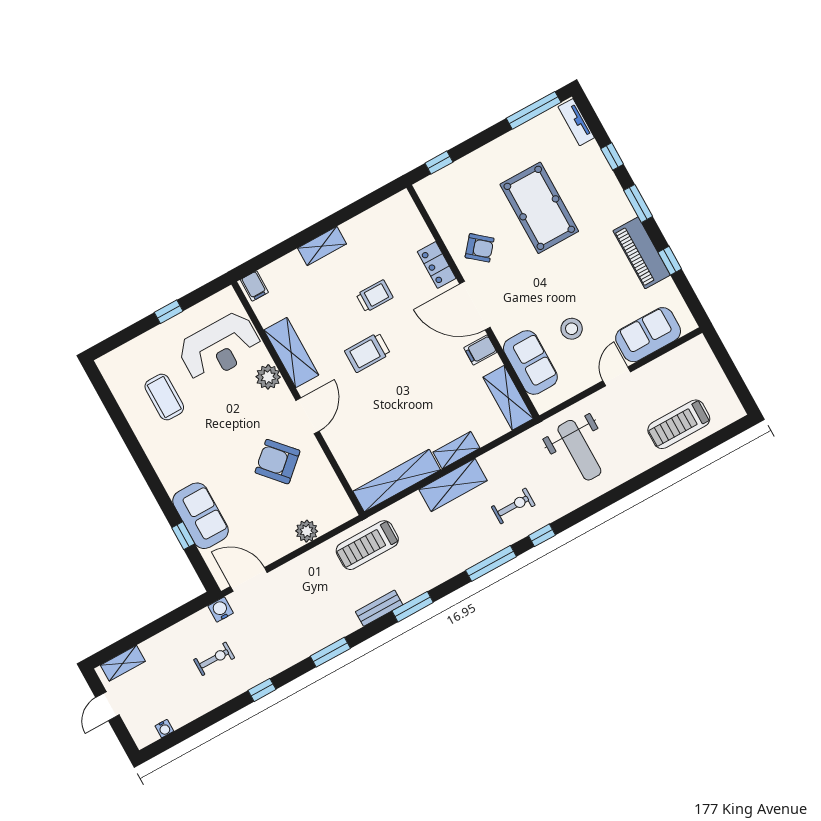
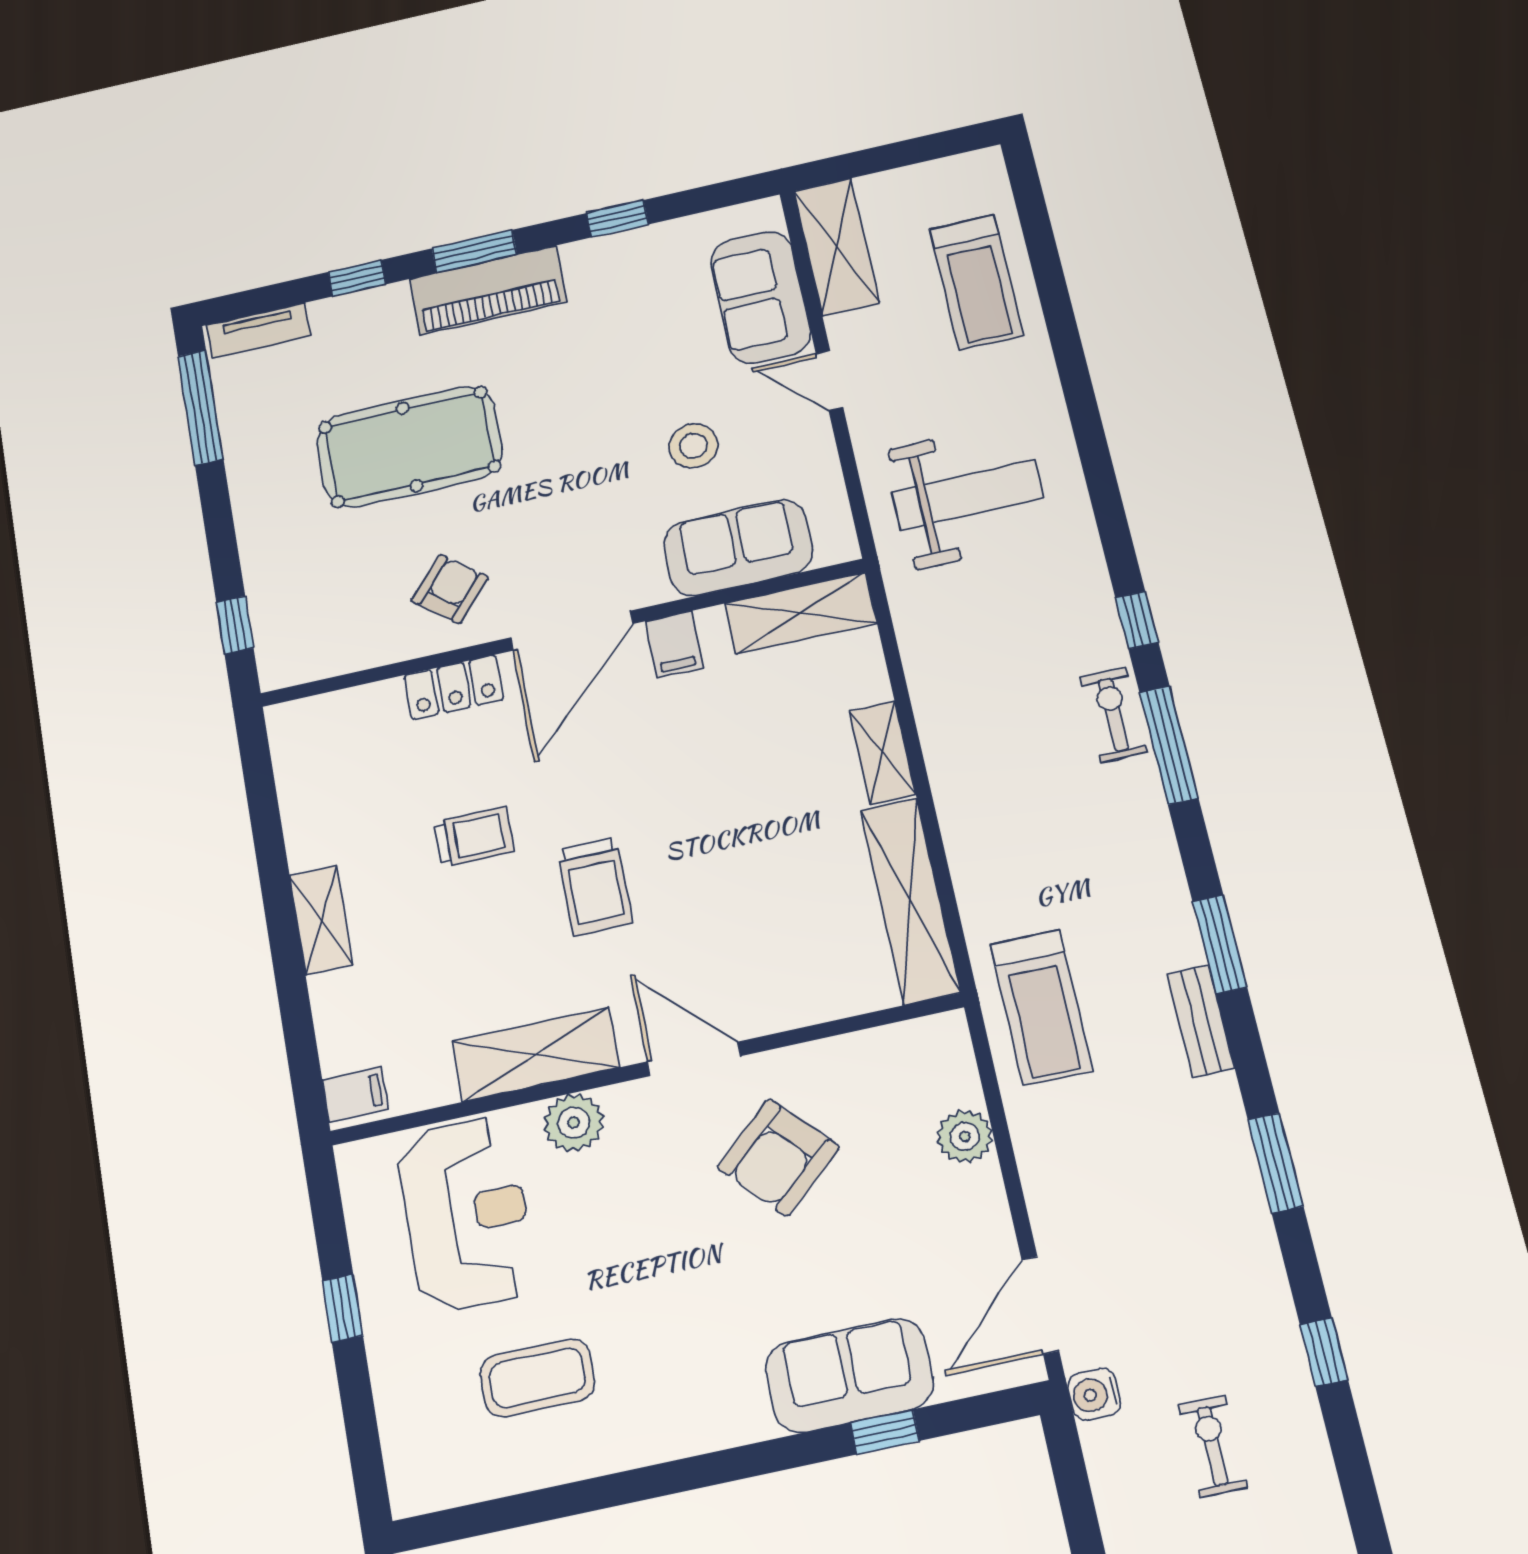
piano: (642, 253) -> (488, 290), moved
trolley: (375, 296) -> (474, 837), turned 90
shelving: (453, 485) -> (836, 247), moved
exercise bike: (513, 506) -> (1113, 715), moved

